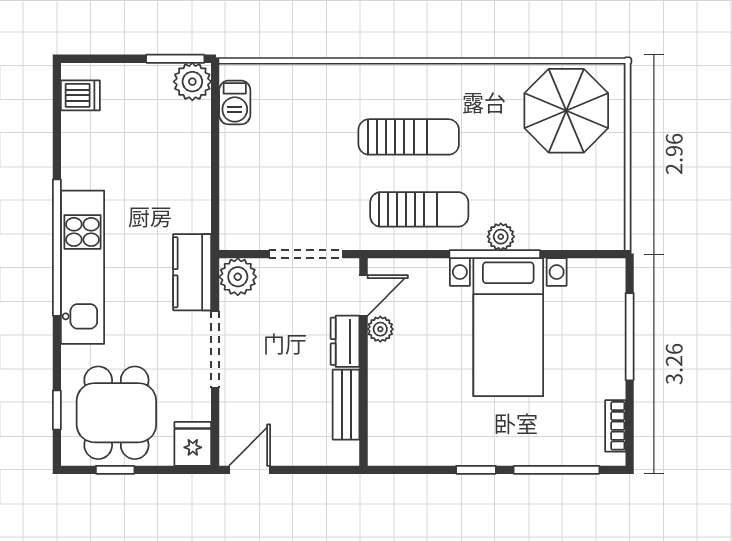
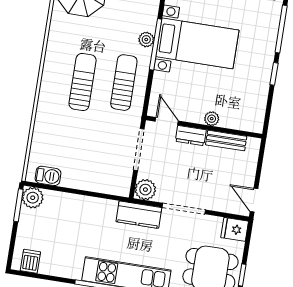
plant: (380, 329) -> (212, 119), moved

